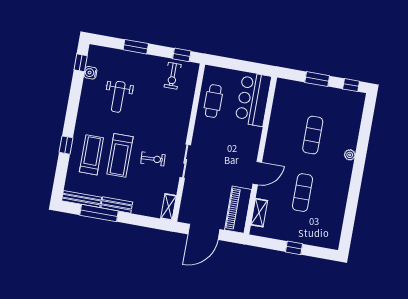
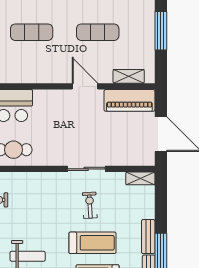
window: (294, 248) -> (161, 31), width x2.17

